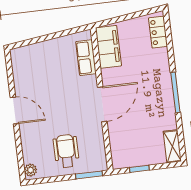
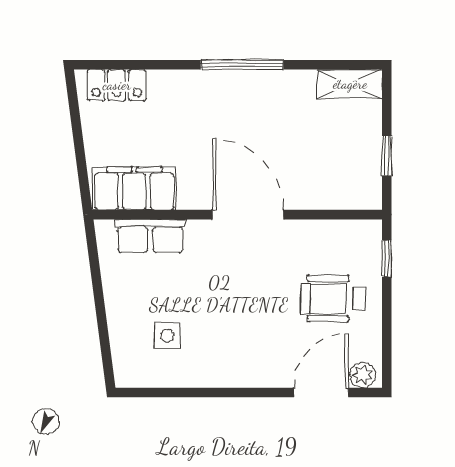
side table: (38, 72) -> (167, 336), added
door: (15, 110) -> (321, 392), moved
window: (89, 175) -> (387, 258), width x0.67

